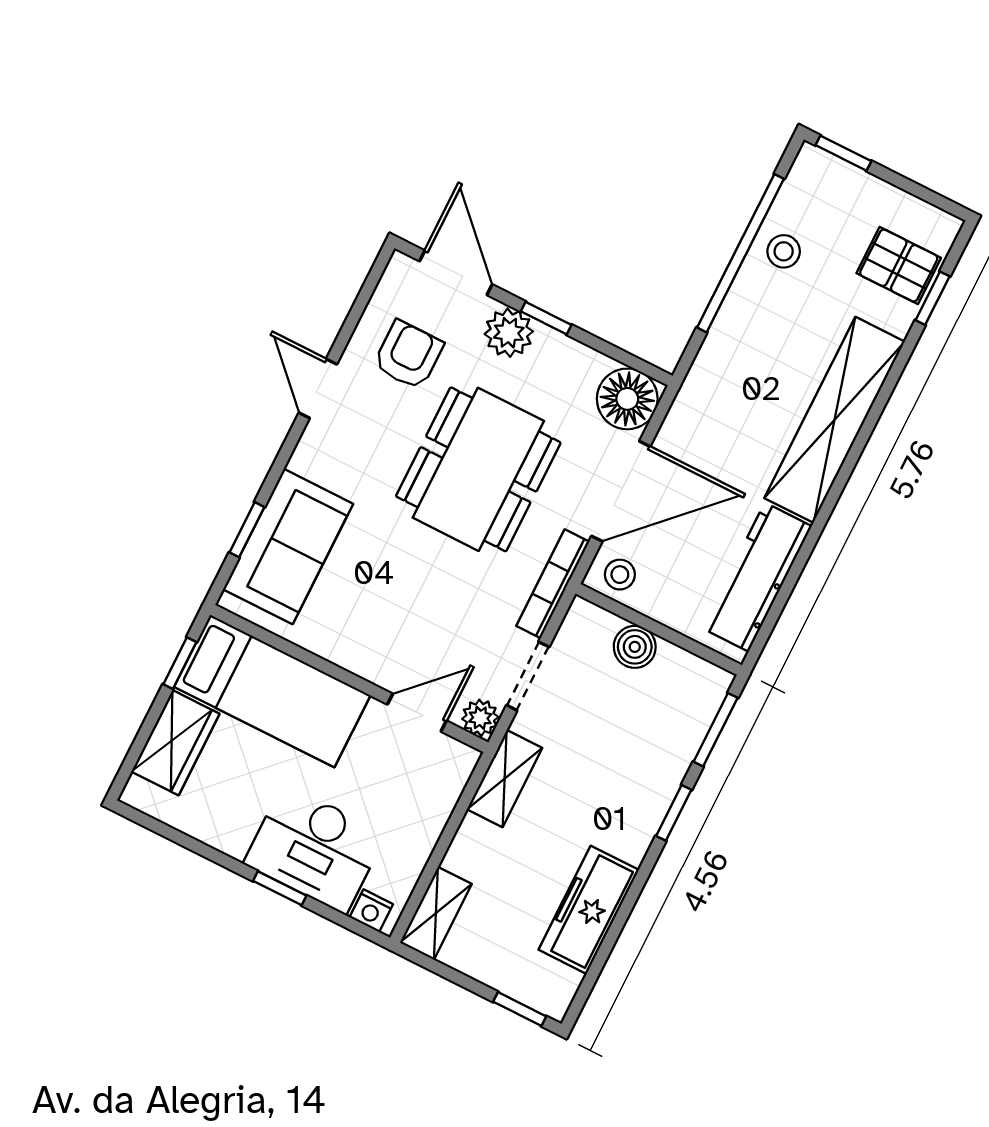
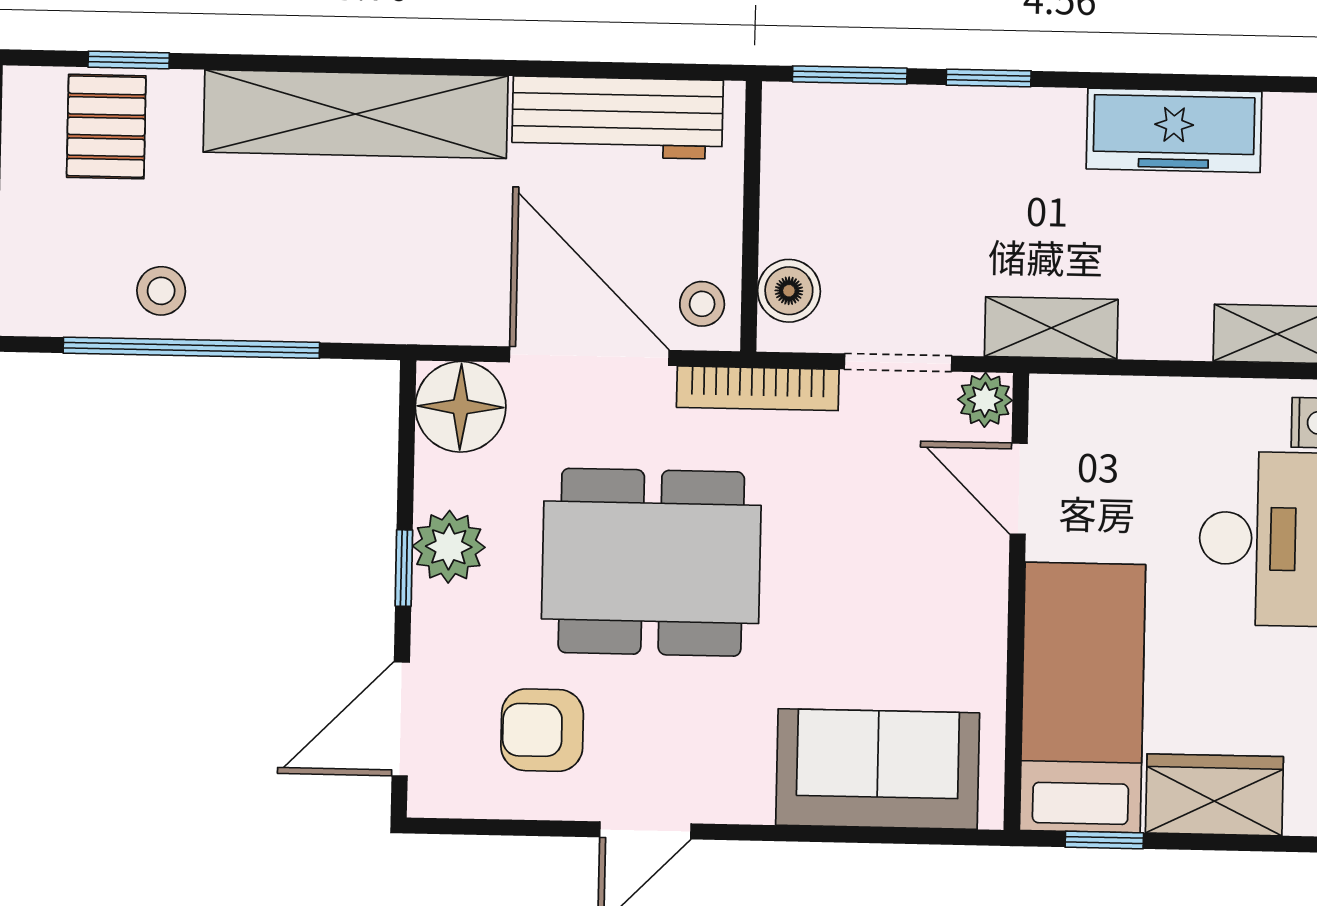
plant: (509, 333) -> (449, 547), moved
window: (247, 530) -> (881, 835), removed
boiler: (635, 647) -> (789, 291), moved

